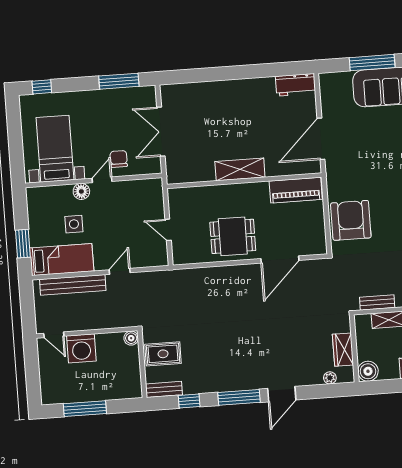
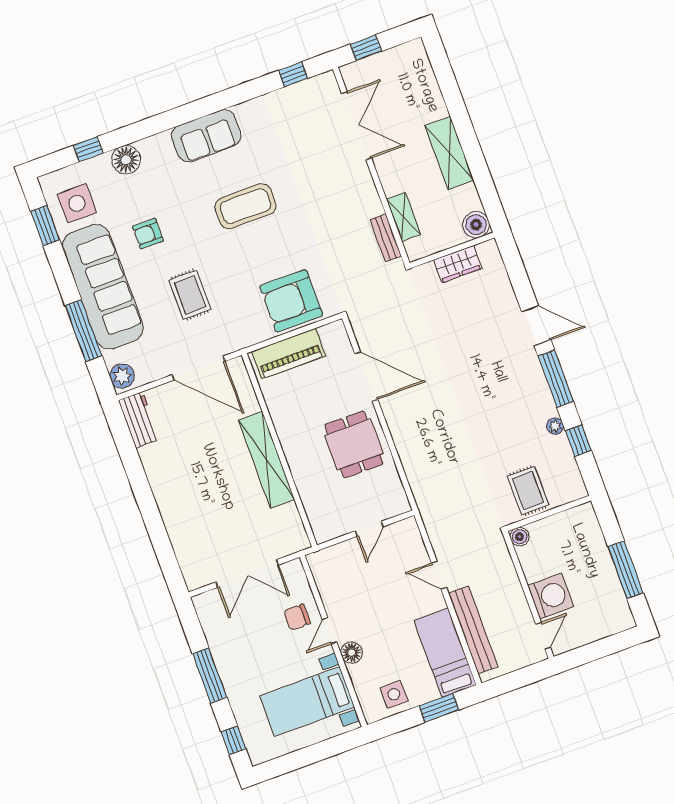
window: (119, 81) -> (210, 675), moved
plant: (331, 81) -> (122, 376), added
rug: (376, 148) -> (190, 295), added
shelving: (240, 169) -> (266, 460), width x1.47
door: (102, 180) -> (329, 631), hinge flipped
piano: (296, 190) -> (289, 354), moved, turned 90
side table: (74, 224) -> (394, 694), moved
plant: (330, 378) -> (555, 426), moved
bench: (164, 389) -> (573, 476), removed

